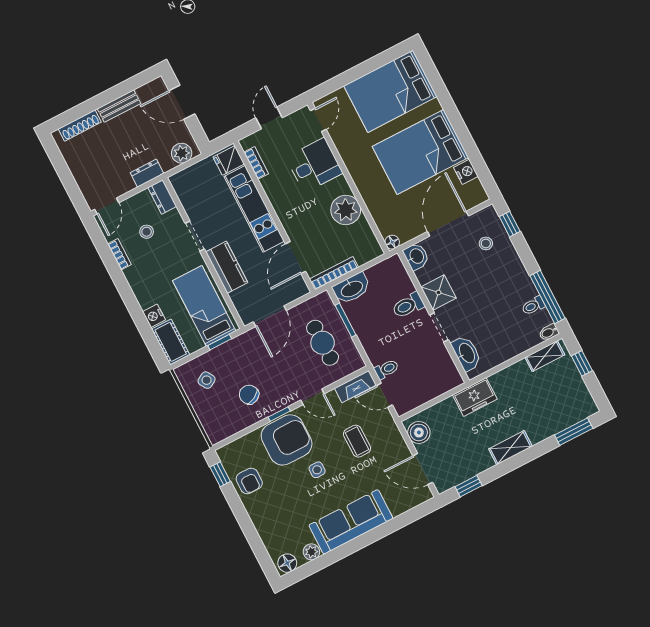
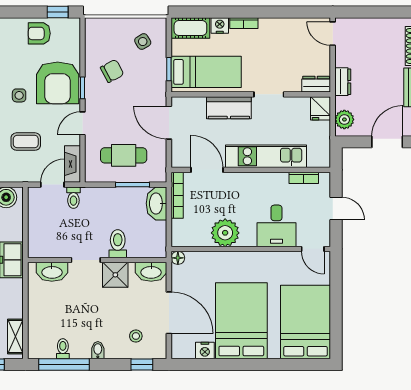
fridge: (229, 160) -> (321, 108), moved, turned 180
stool: (147, 232) -> (294, 56), removed
bookcase: (119, 254) -> (244, 23), moved
washbasin: (416, 256) -> (151, 272), width x1.38
bidet: (549, 332) -> (98, 350), moved

